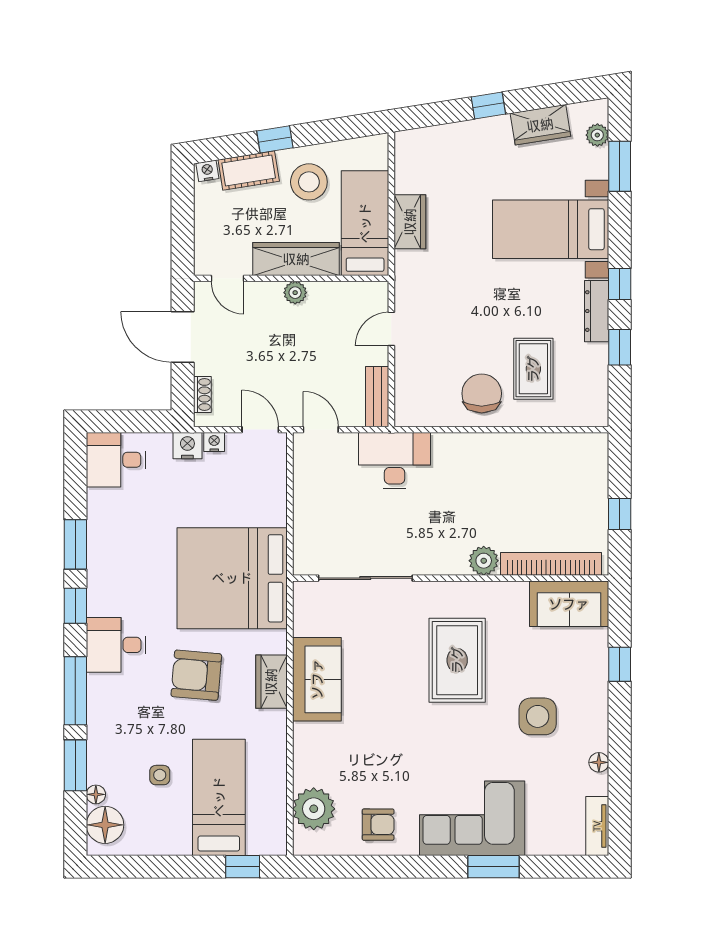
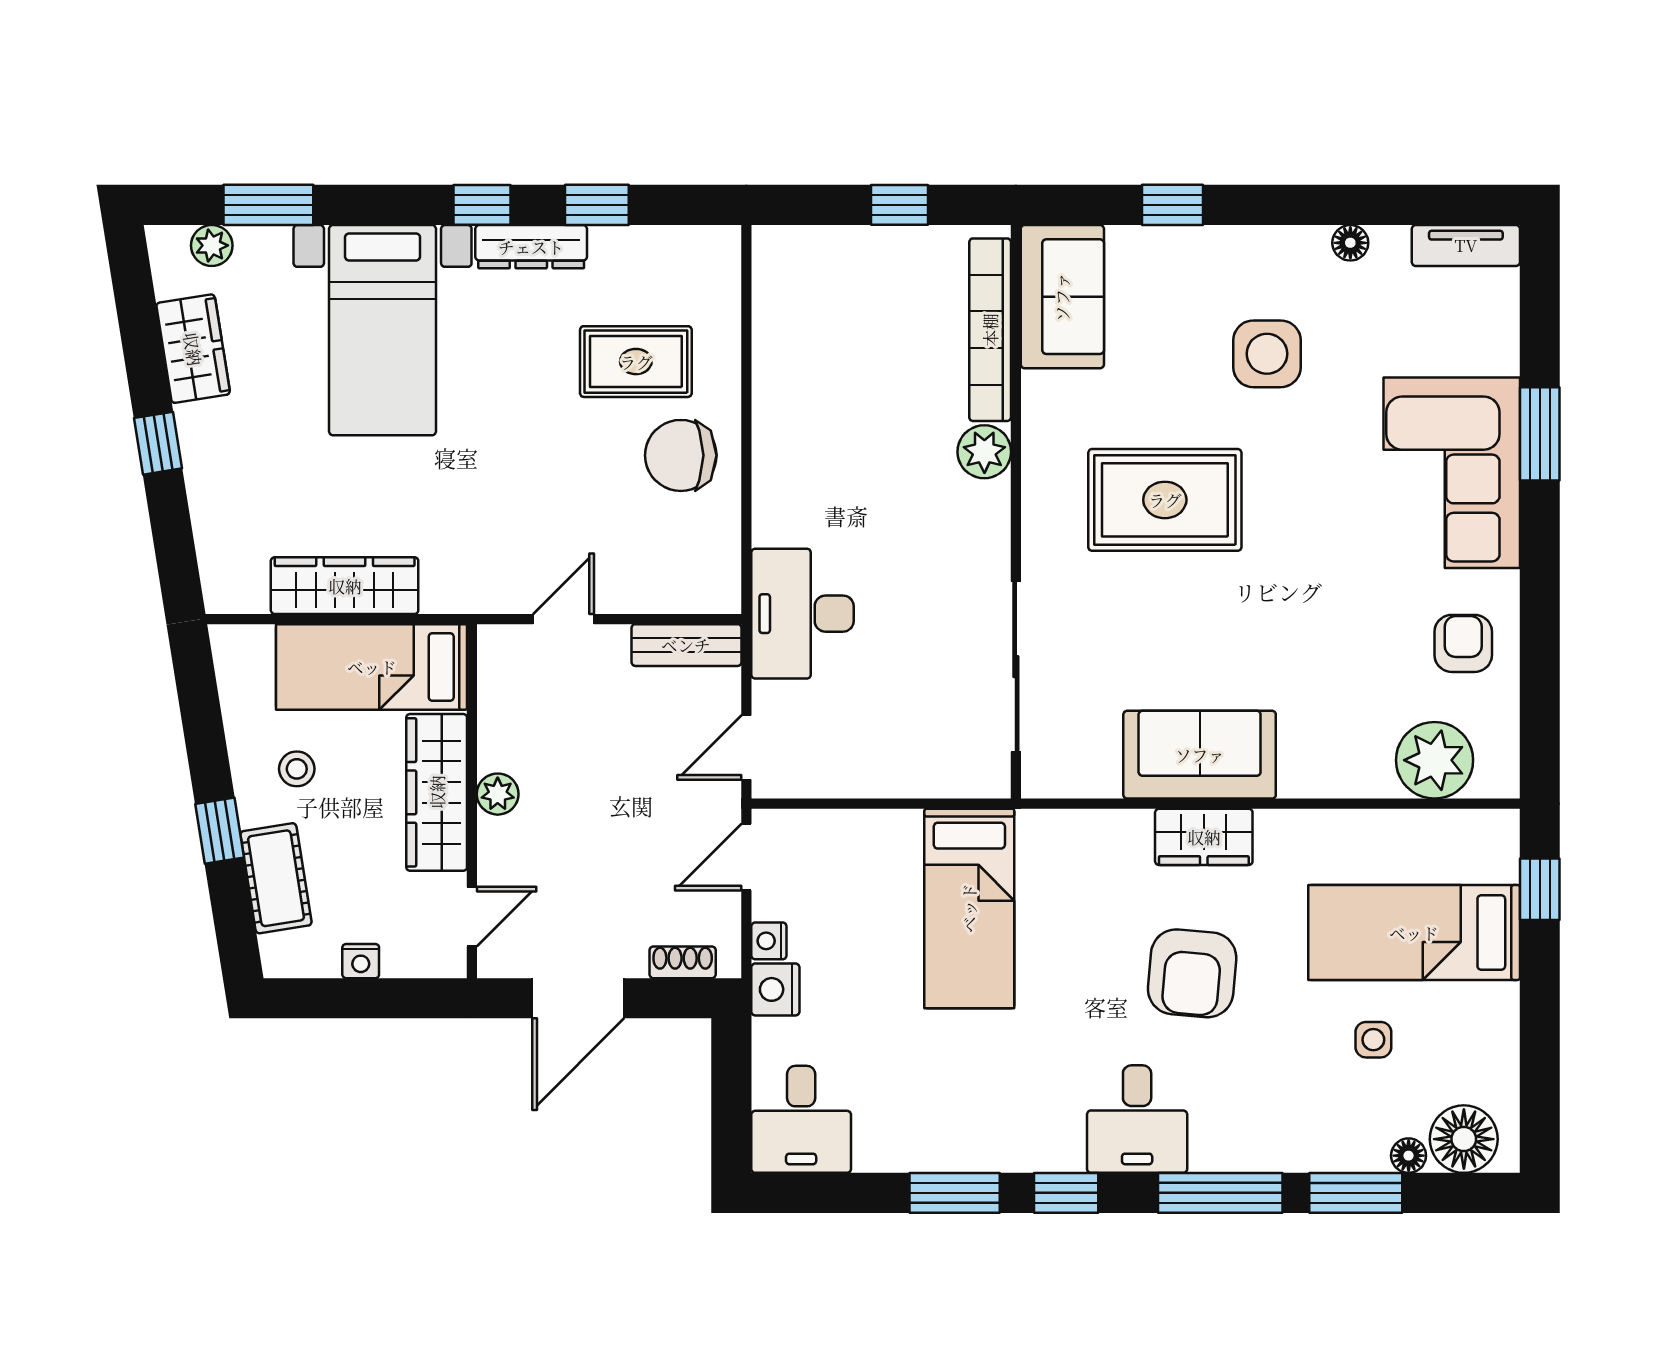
nightstand: (207, 171) -> (361, 961), moved, turned -81
stool: (309, 182) -> (297, 769), width x0.53, depth x0.53
wardrobe: (410, 222) -> (345, 586), width x1.50
door: (391, 329) -> (564, 619), swing flipped
bed: (232, 578) -> (969, 908), width x0.49

